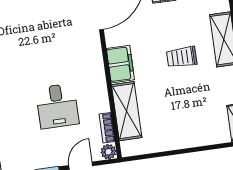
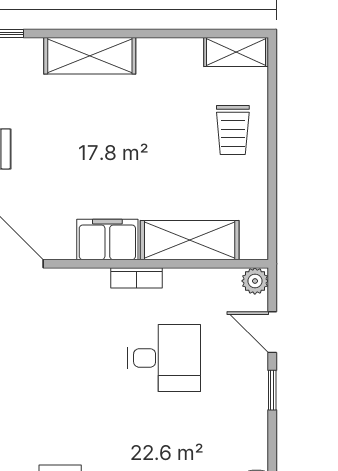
trolley: (182, 57) -> (233, 130), moved
bookcase: (107, 128) -> (137, 278), moved

